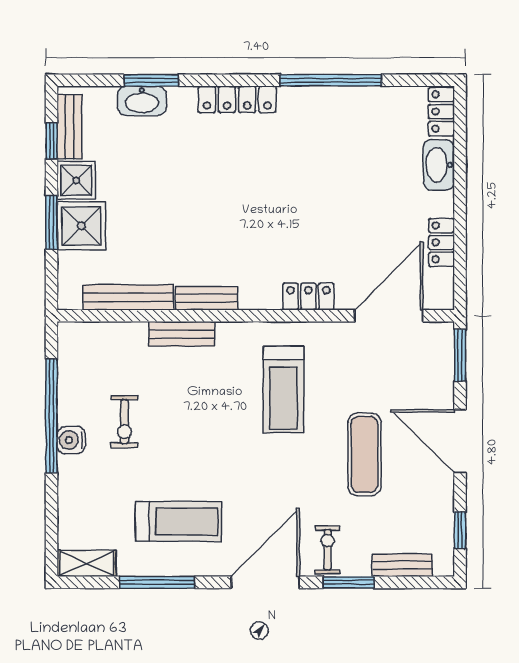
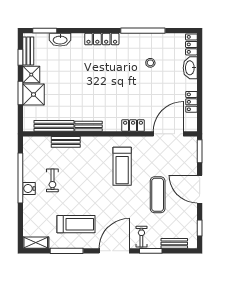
window: (151, 80) -> (45, 31), moved
stool: (348, 154) -> (150, 63), added
bench: (182, 334) -> (66, 142), moved

